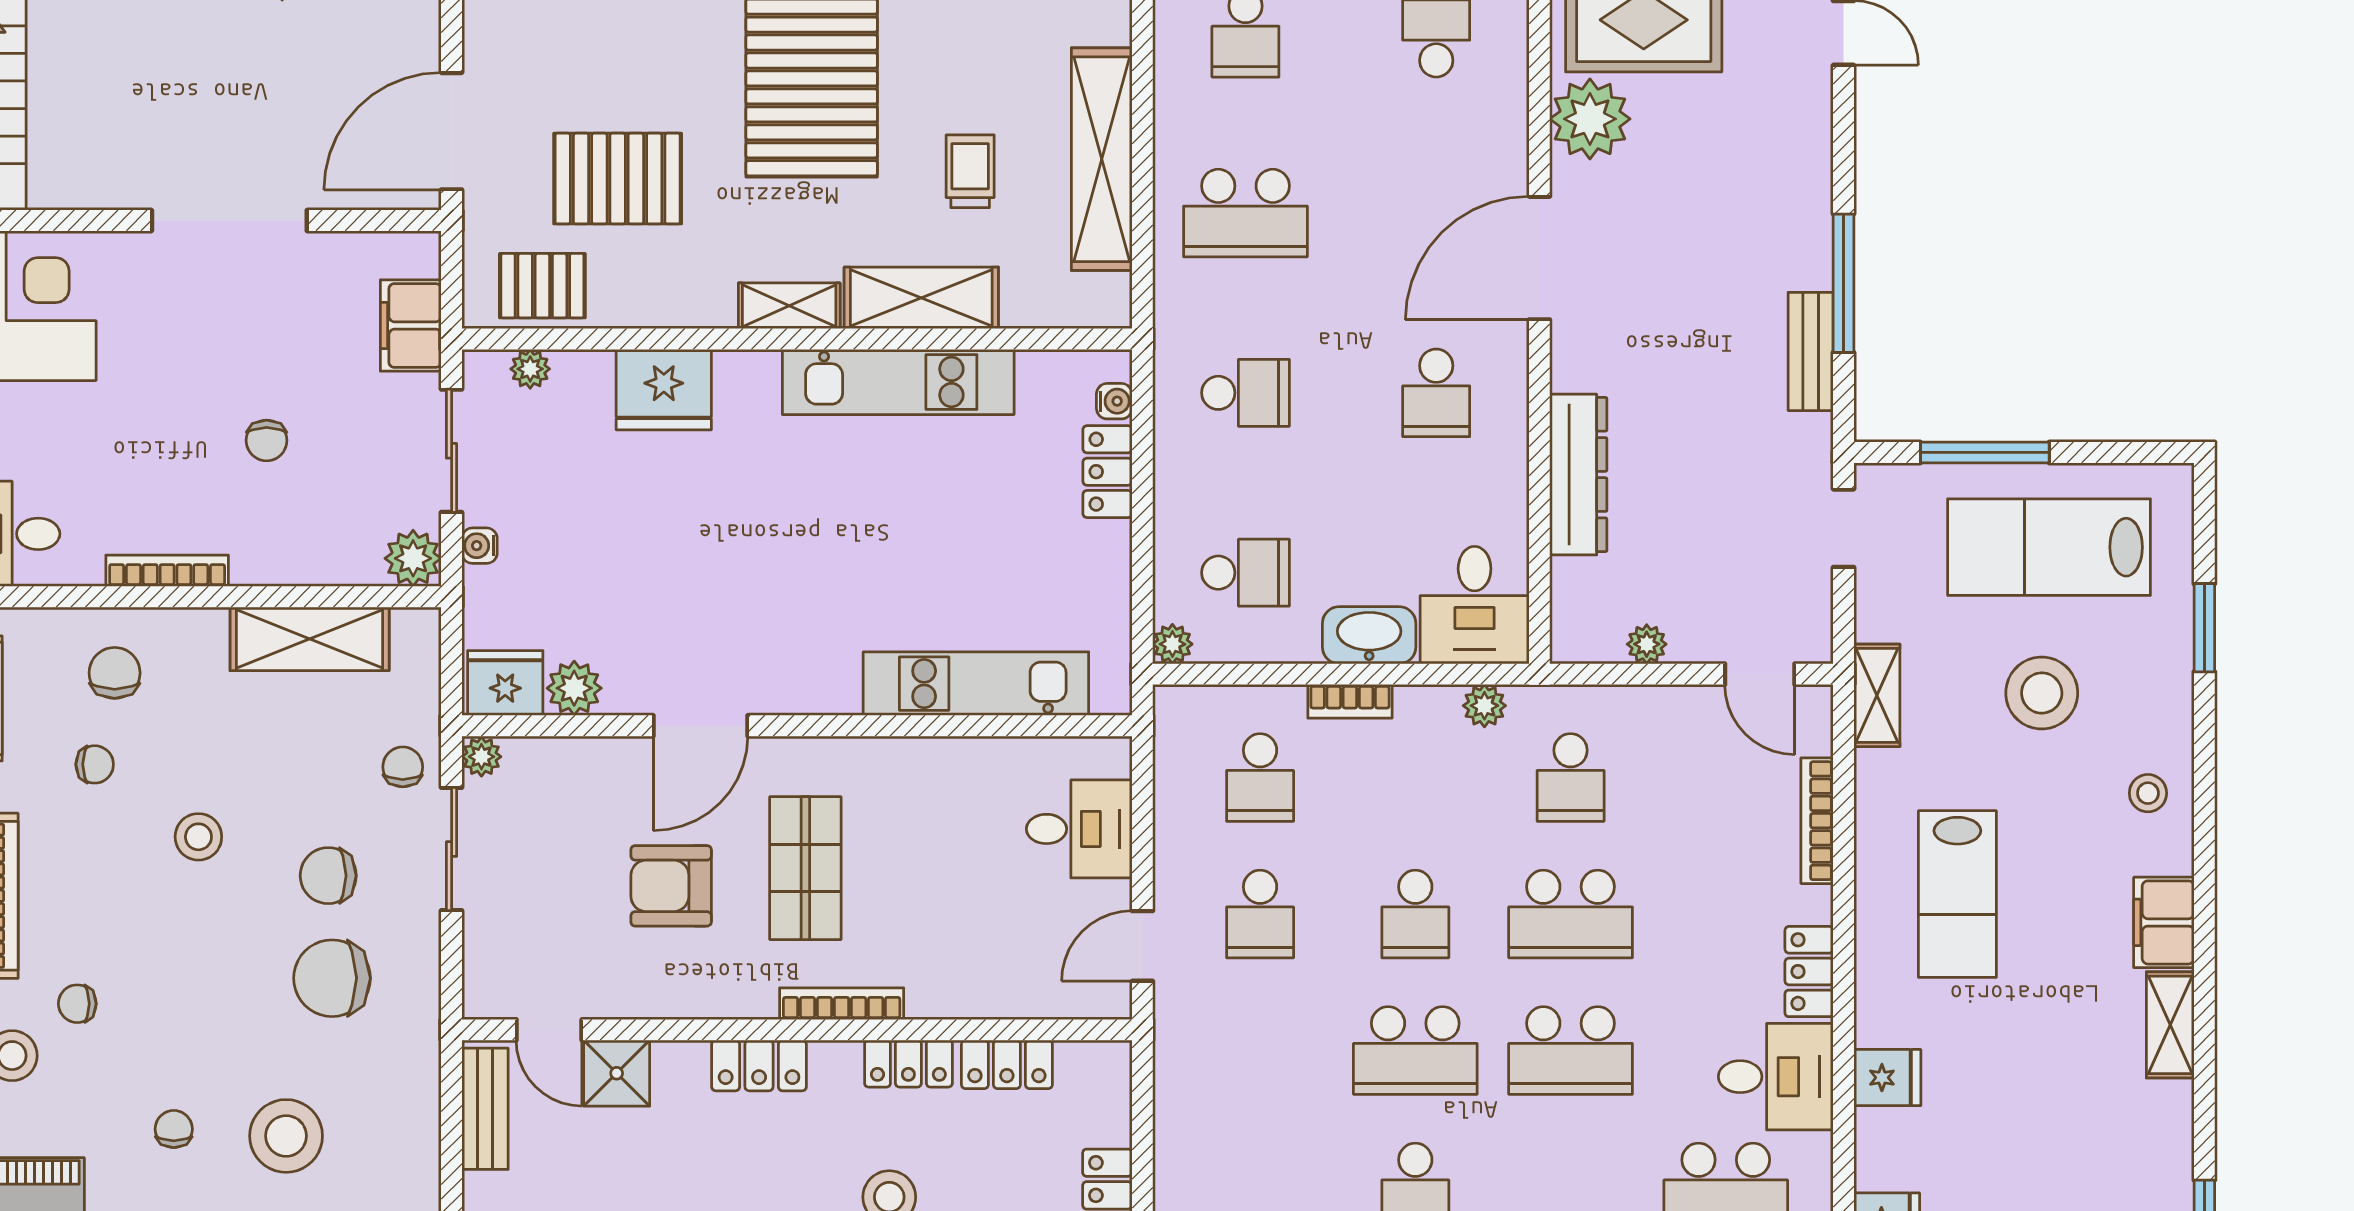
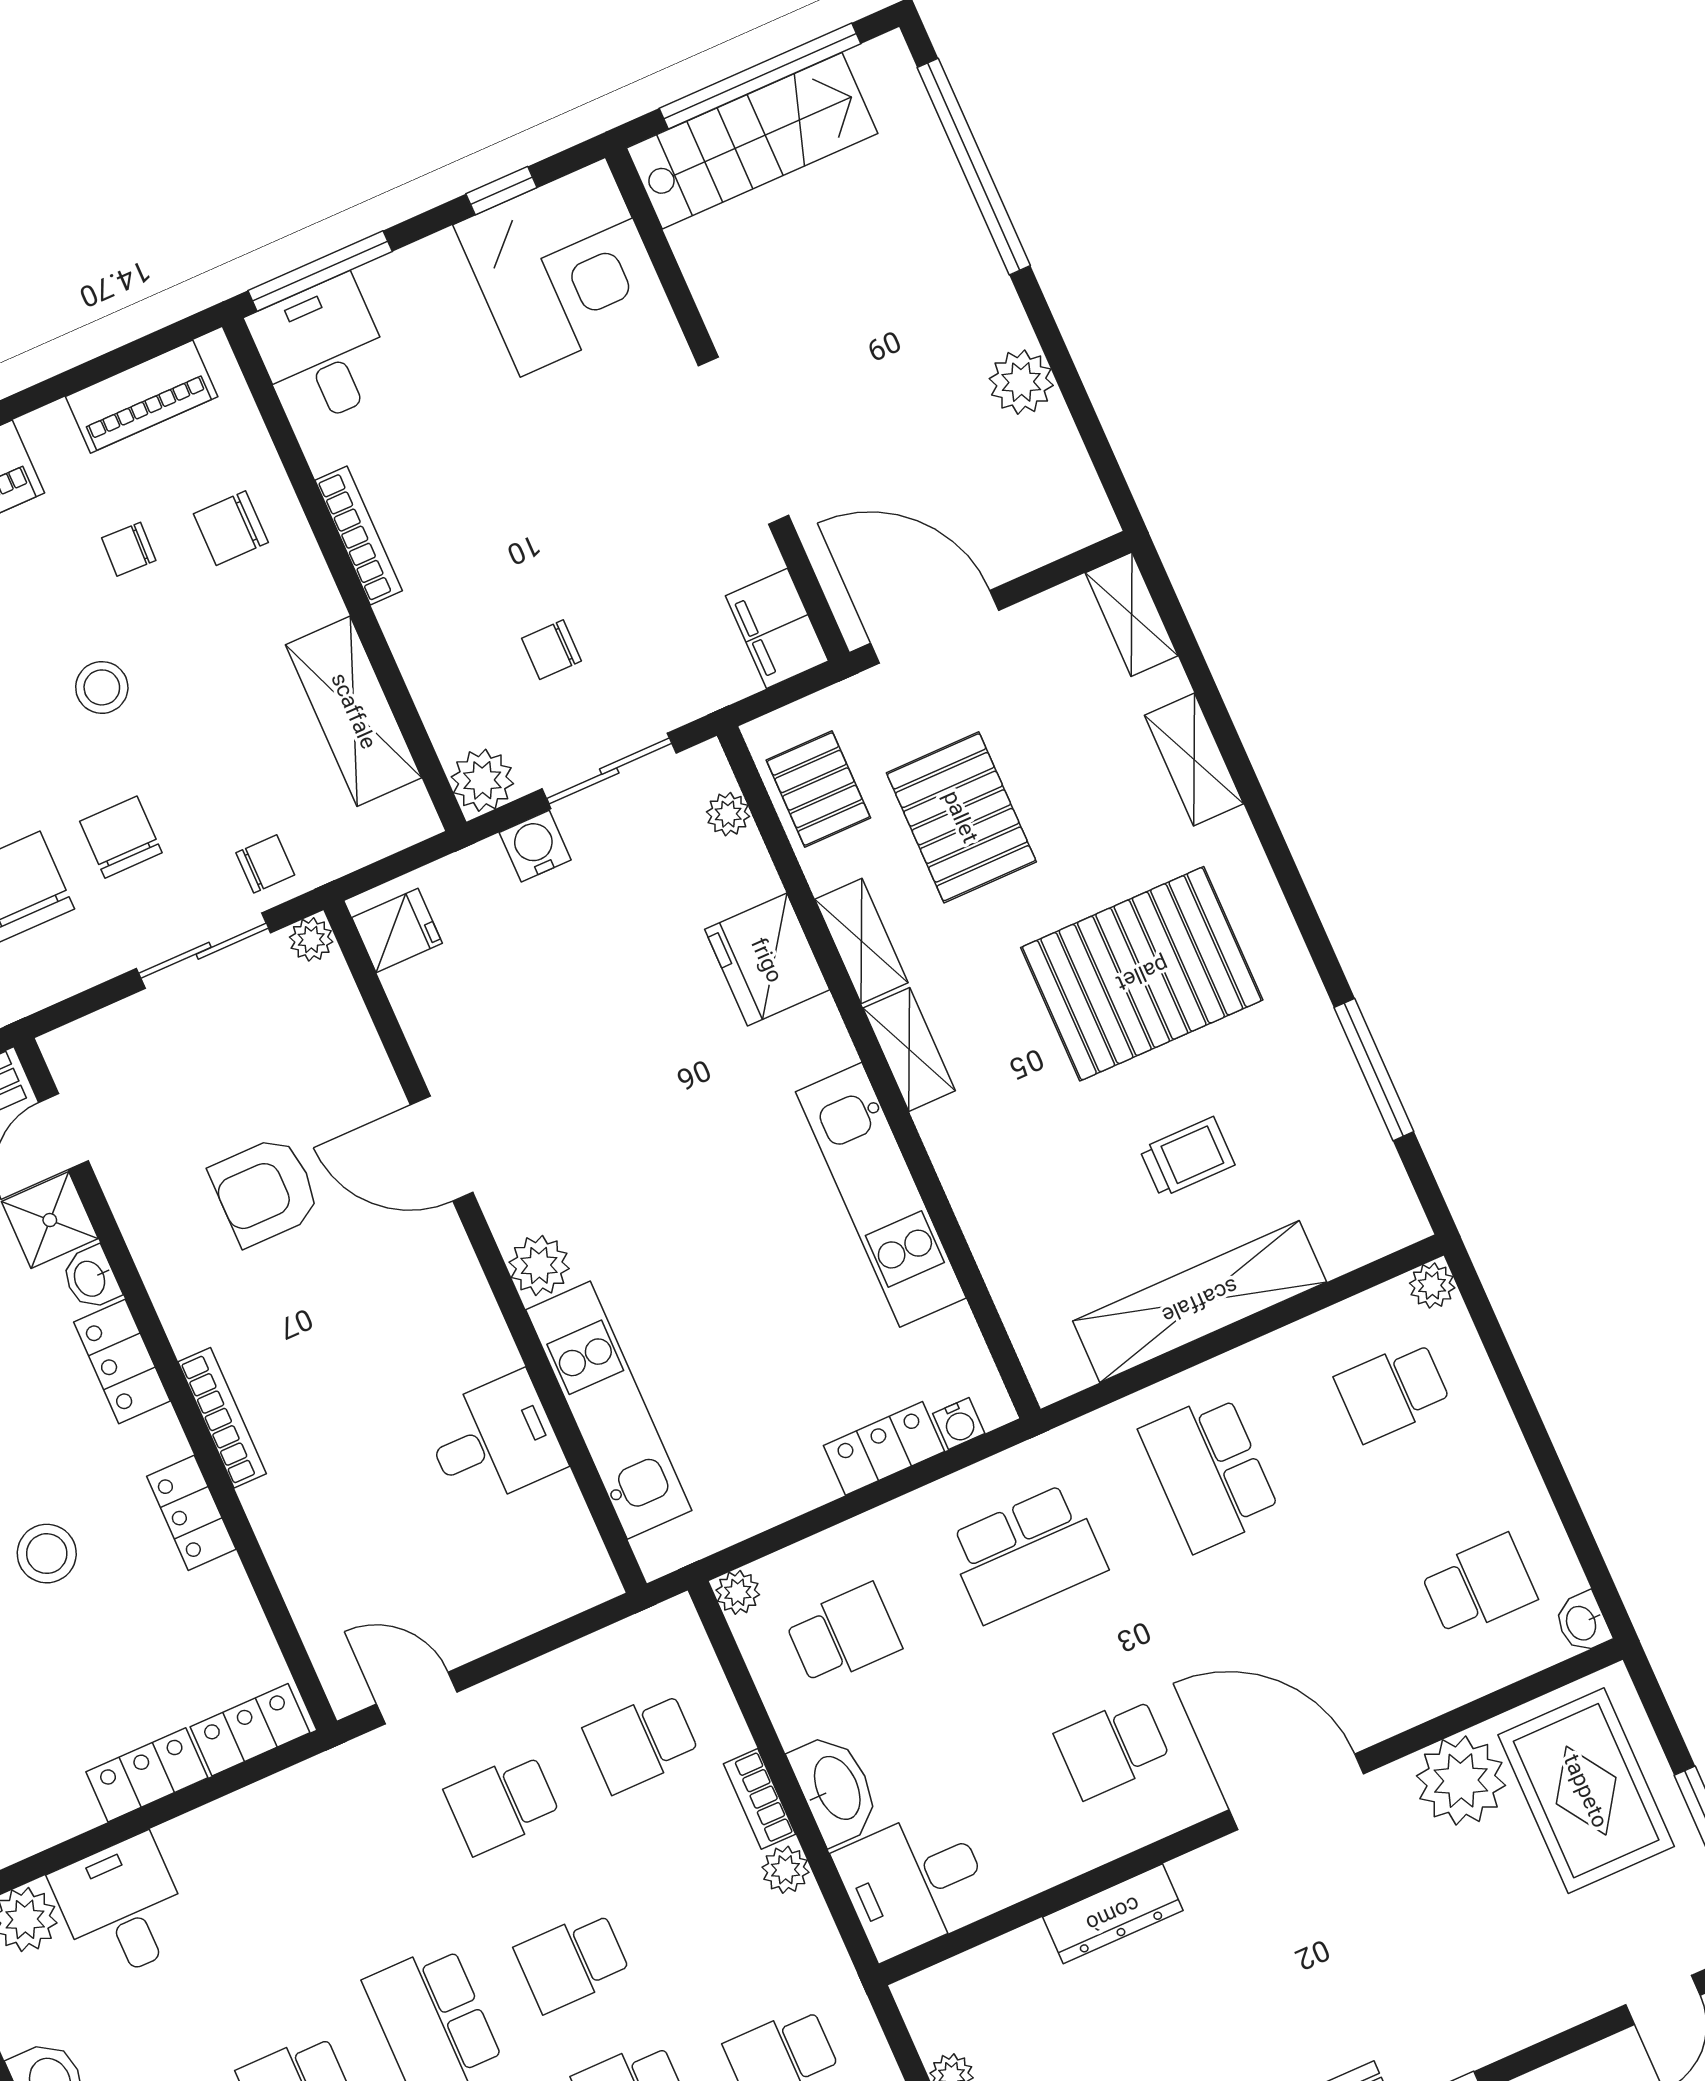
trolley: (970, 171) -> (1187, 1157), moved
shelving: (921, 298) -> (861, 941), moved, width x0.67, depth x0.75
filing cabinet: (411, 325) -> (777, 628), moved, turned -90
school desk: (1245, 393) -> (1027, 1553), width x1.85
chair: (267, 440) -> (551, 650), moved
dresser: (1578, 475) -> (1113, 1914), width x0.73, depth x0.80
water cooler: (480, 546) -> (535, 846), width x1.38, depth x1.38
school desk: (1245, 573) -> (843, 1635), turned -90
chair: (115, 673) -> (231, 528), turned 180
fridge: (505, 683) -> (397, 930), width x0.72
plant: (574, 688) -> (539, 1265), moved
plant: (1484, 706) -> (785, 1870), moved
chair: (95, 764) -> (129, 549), turned 92
desk: (1079, 829) -> (494, 1440), moved, turned -90
shop shelf: (805, 868) -> (344, 1320), removed
armchair: (671, 886) -> (265, 1191), turned -90
washbasin: (679, 1061) -> (91, 1278), added
locker: (1007, 1064) -> (250, 1730), moved, turned 90

